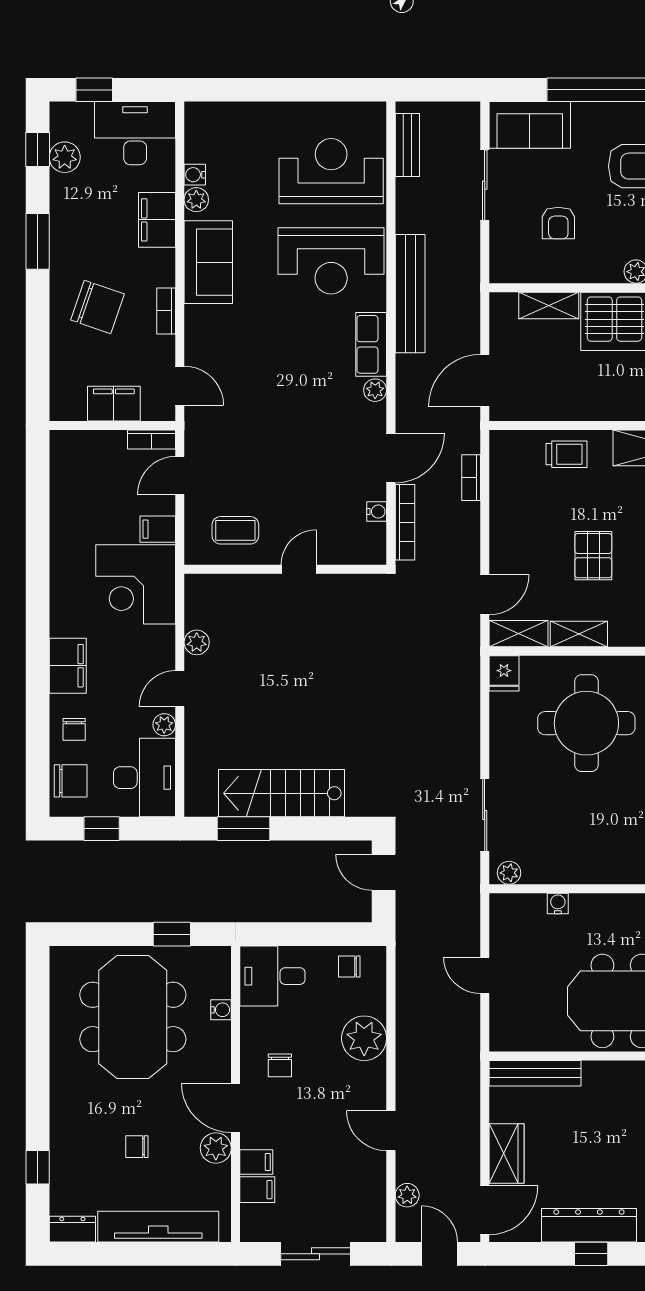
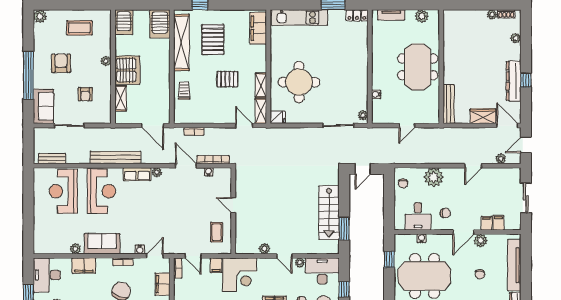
water cooler: (195, 175) -> (140, 249), moved
armchair: (558, 223) -> (85, 94), turned 90
desk: (272, 976) -> (418, 216), moved

